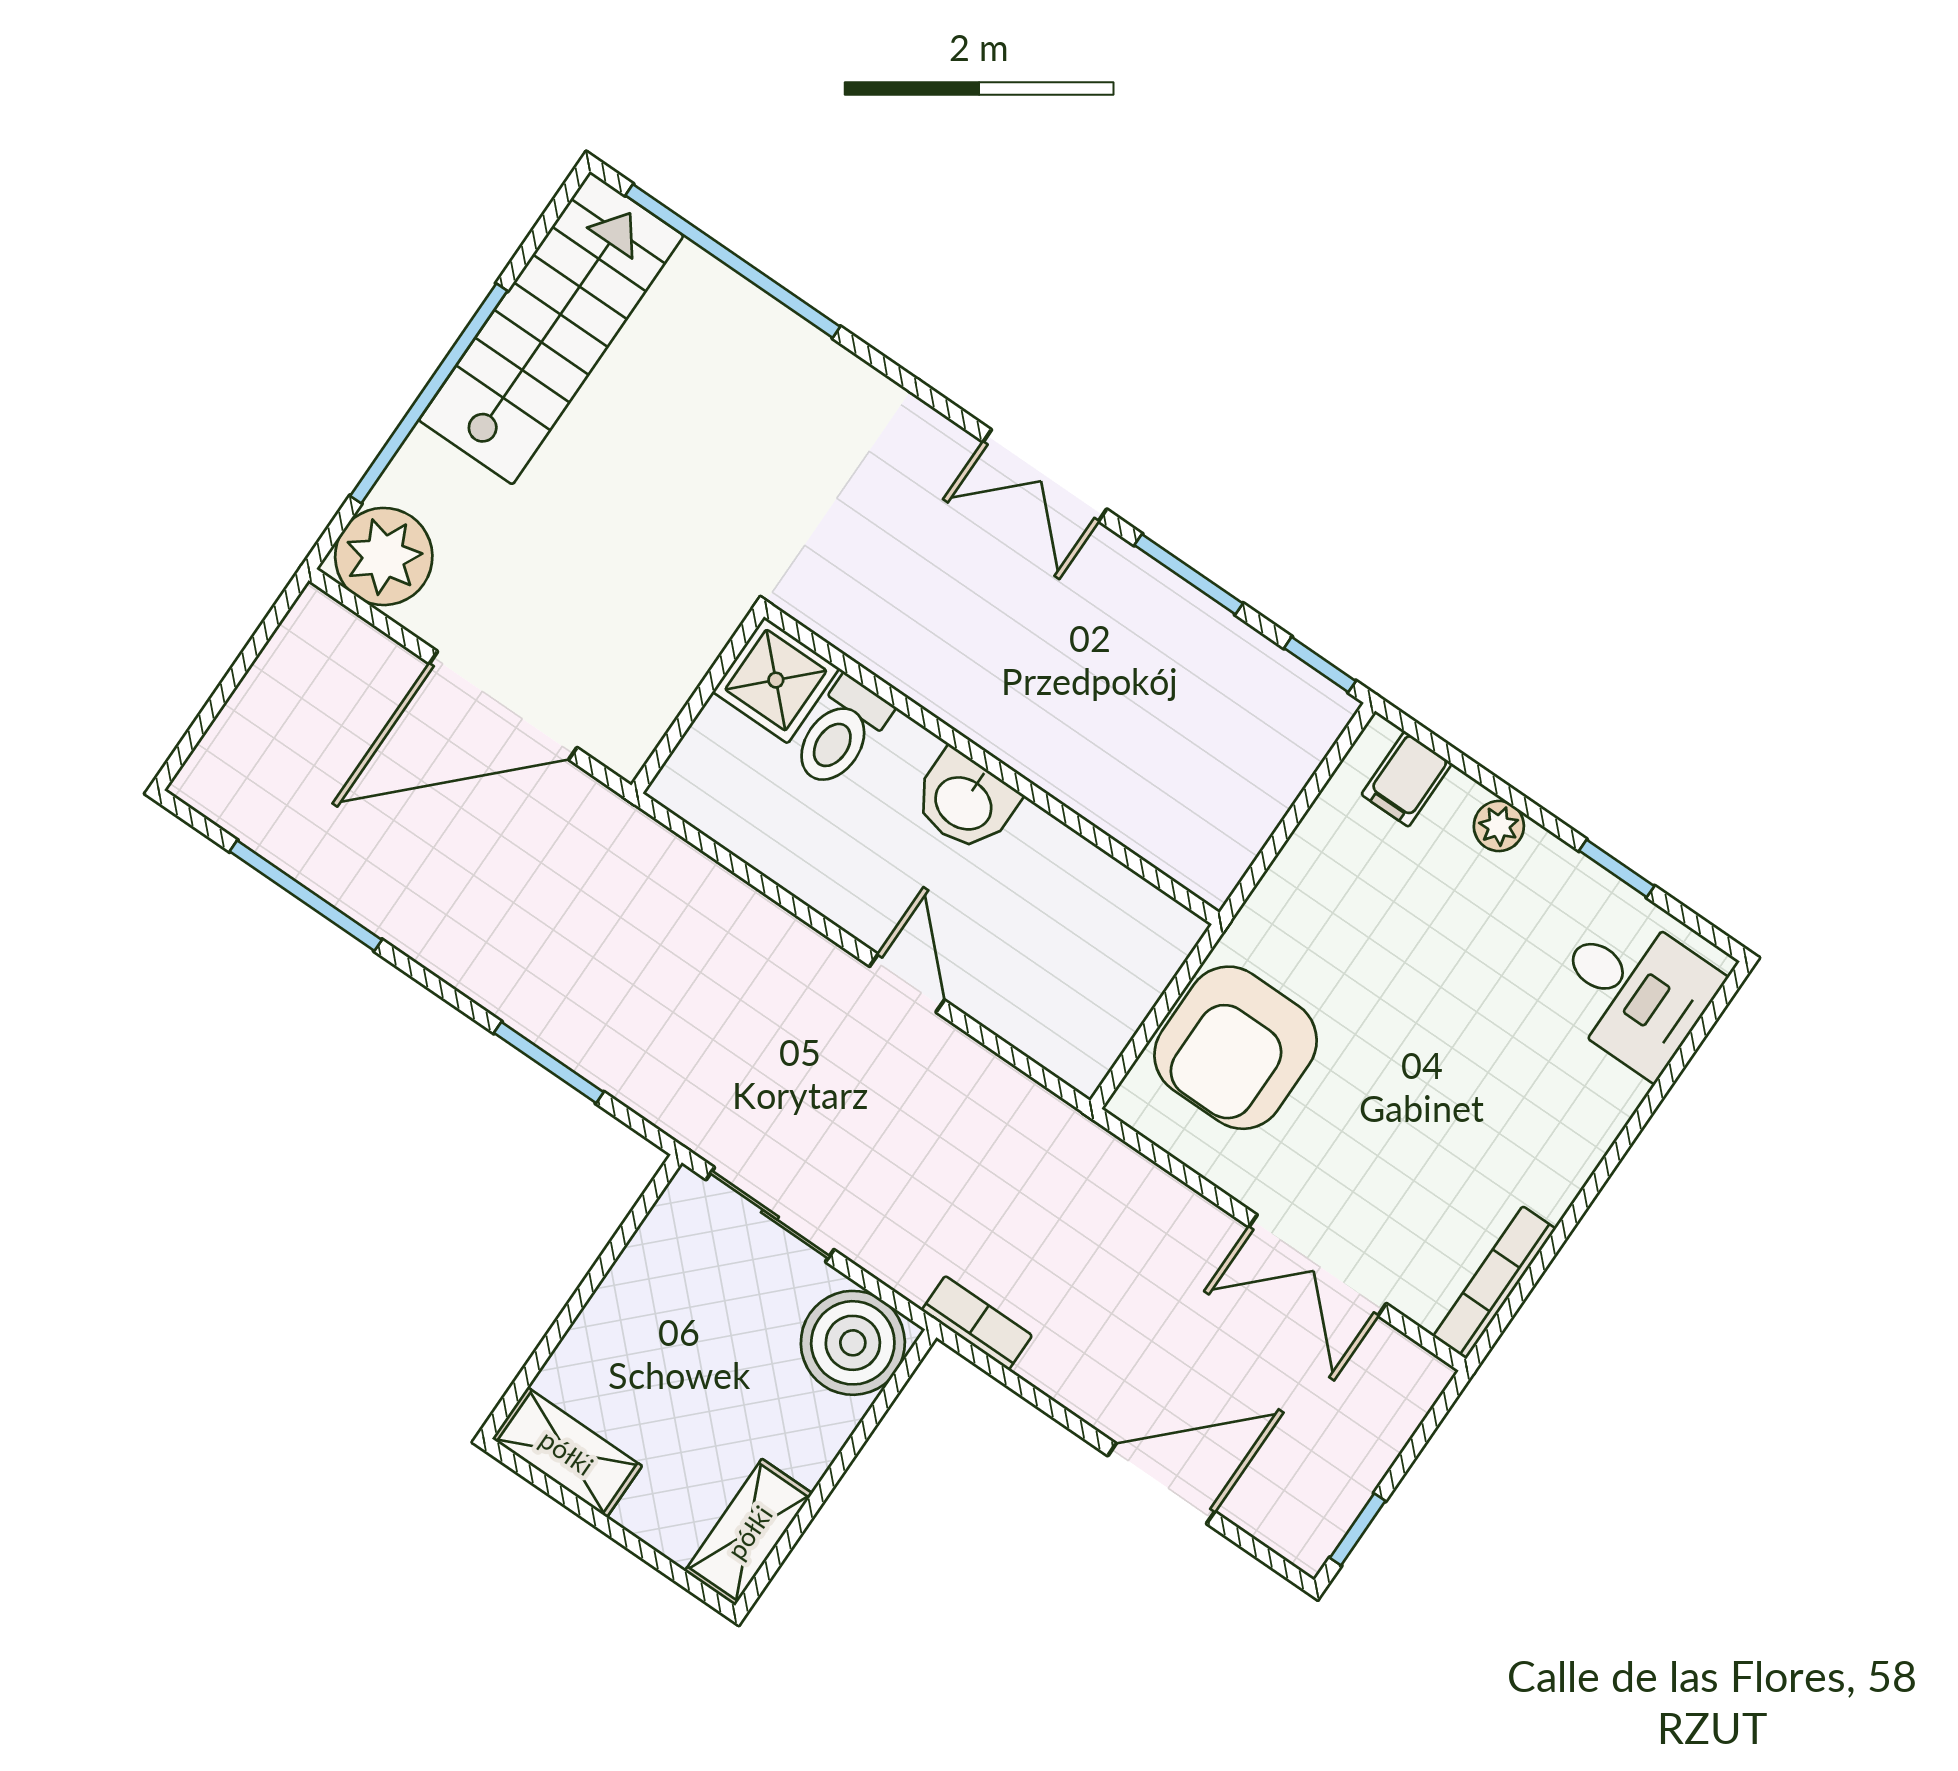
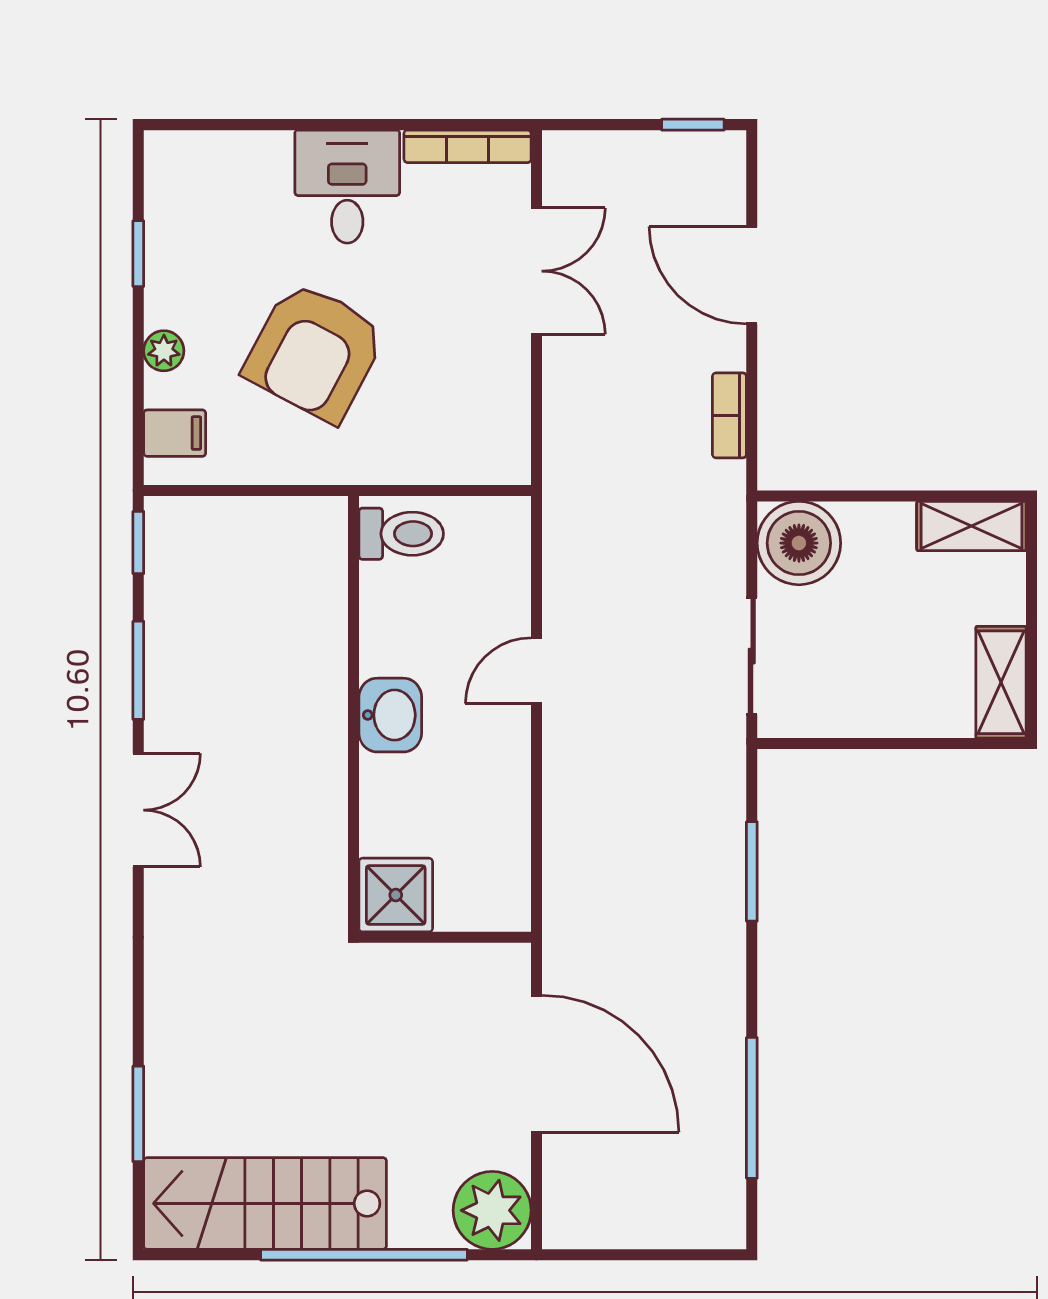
window: (733, 261) -> (138, 1114), width x0.47
toilet: (841, 733) -> (401, 534), moved
desk: (1634, 991) -> (347, 187), moved
armchair: (1236, 1048) -> (315, 352), moved, turned 118
bookcase: (977, 1323) -> (729, 415), moved

